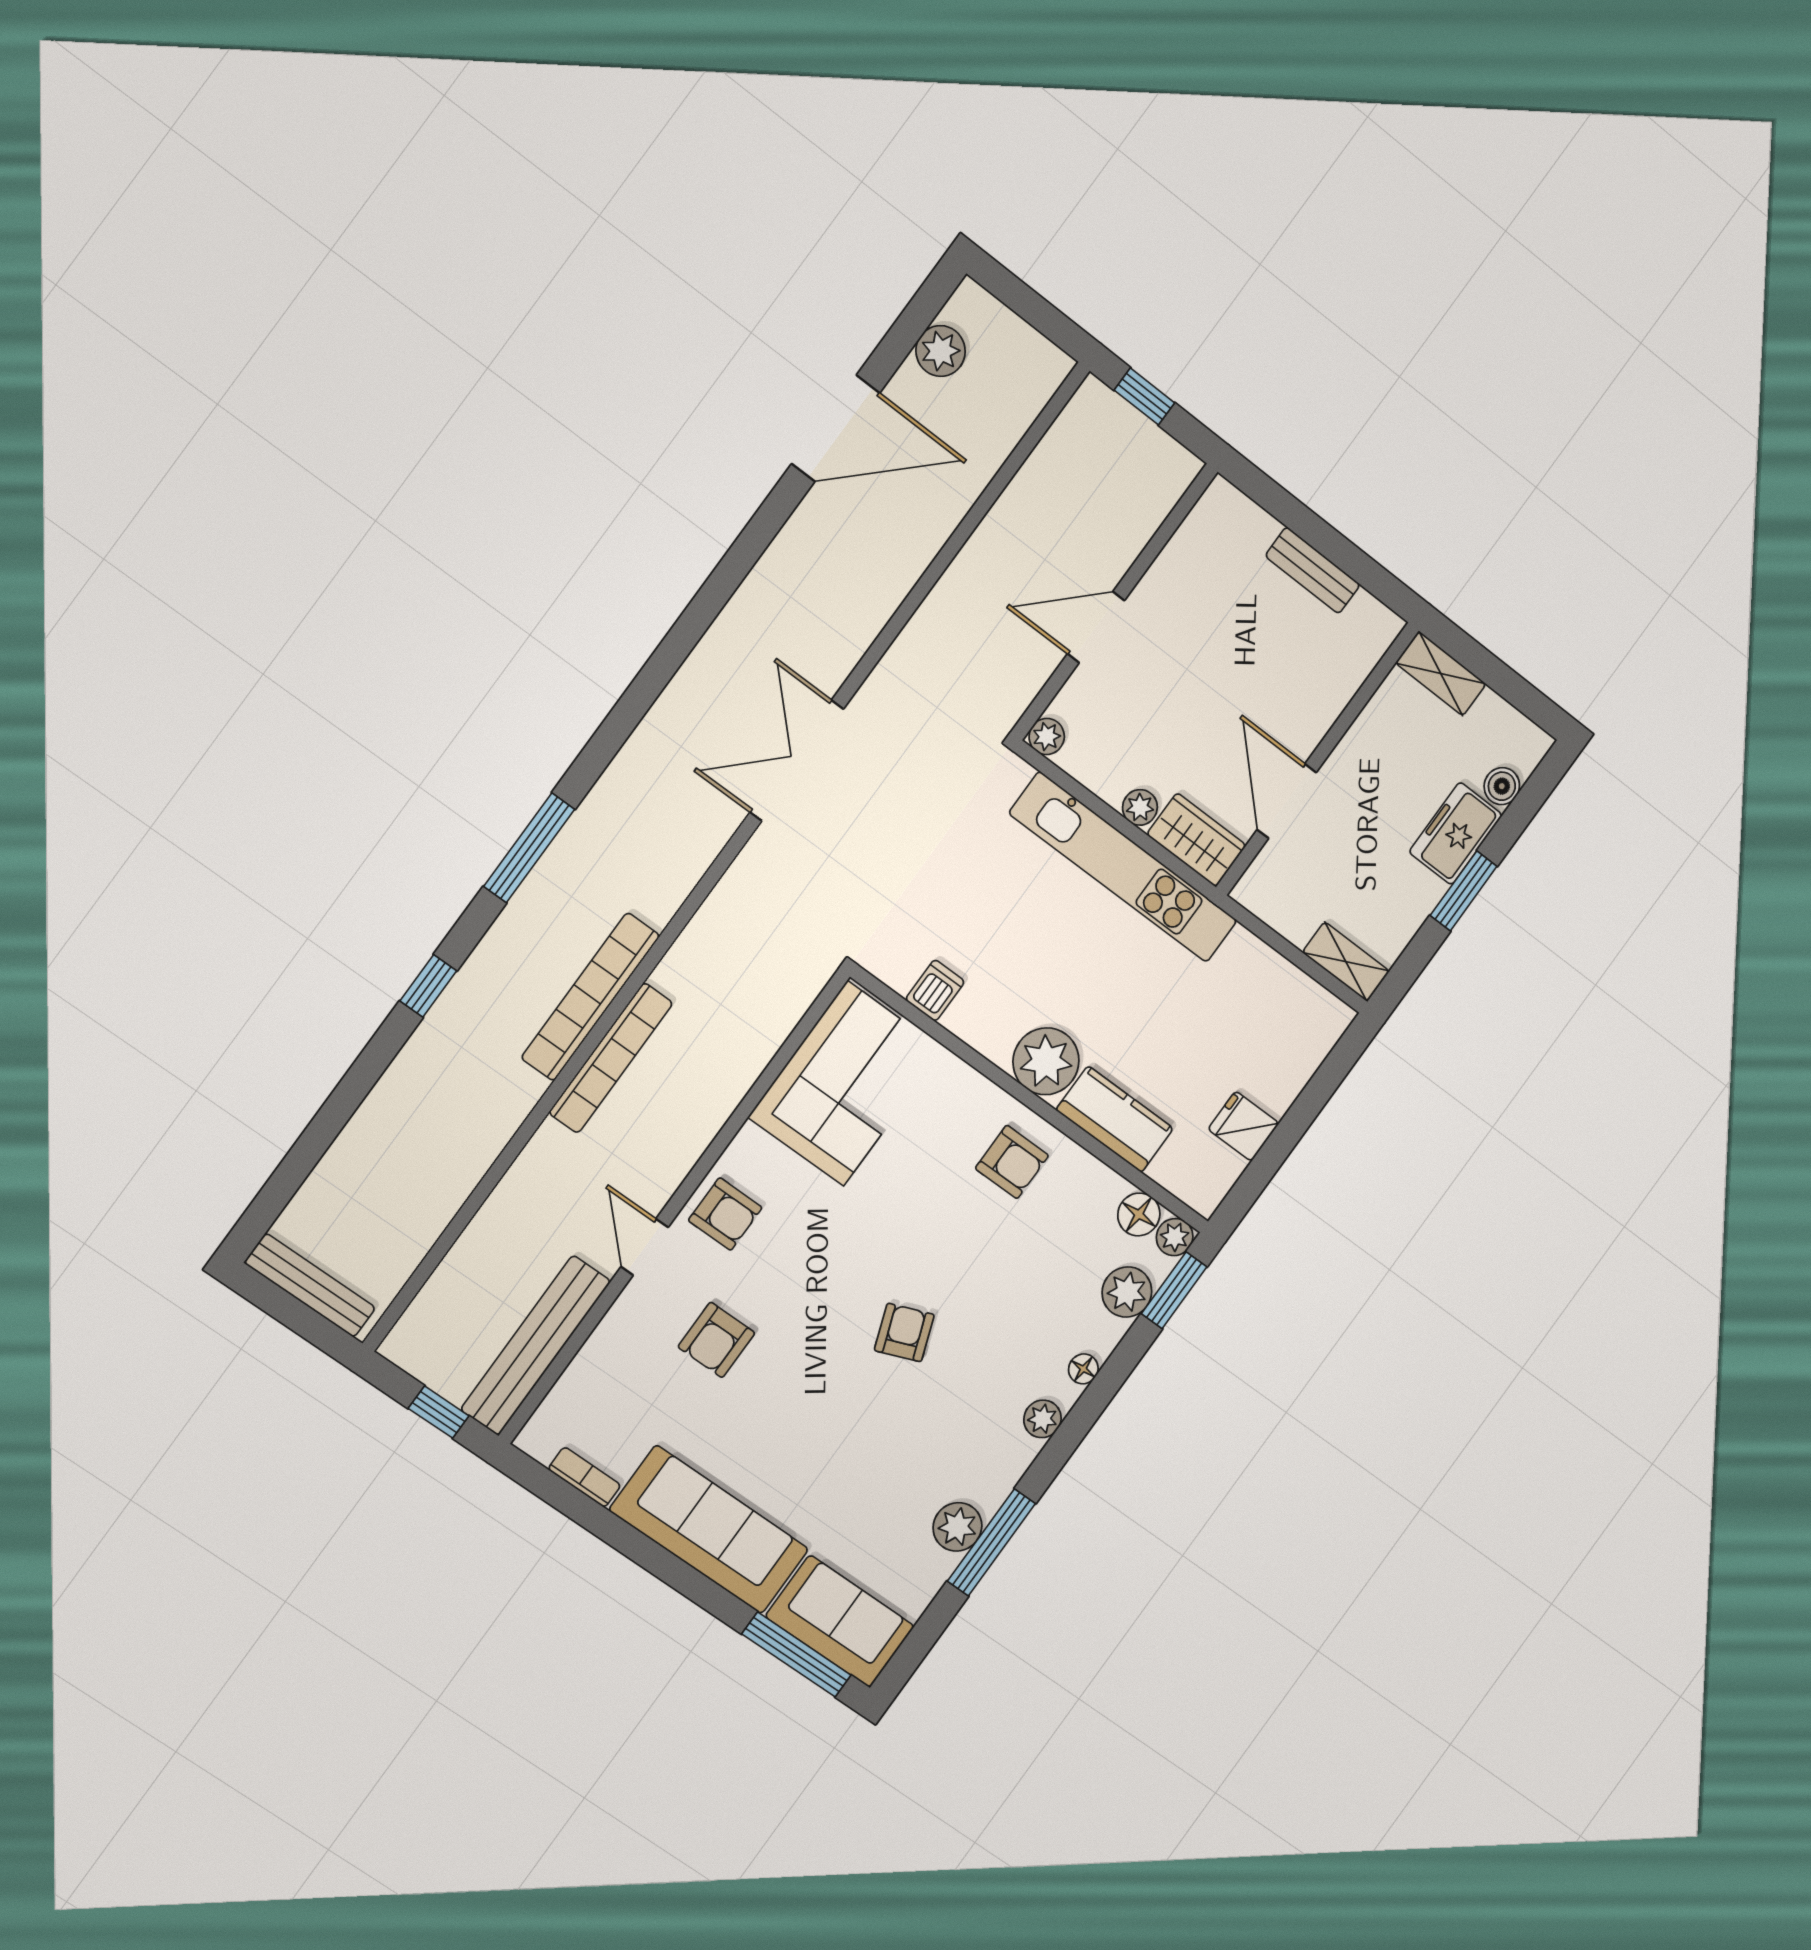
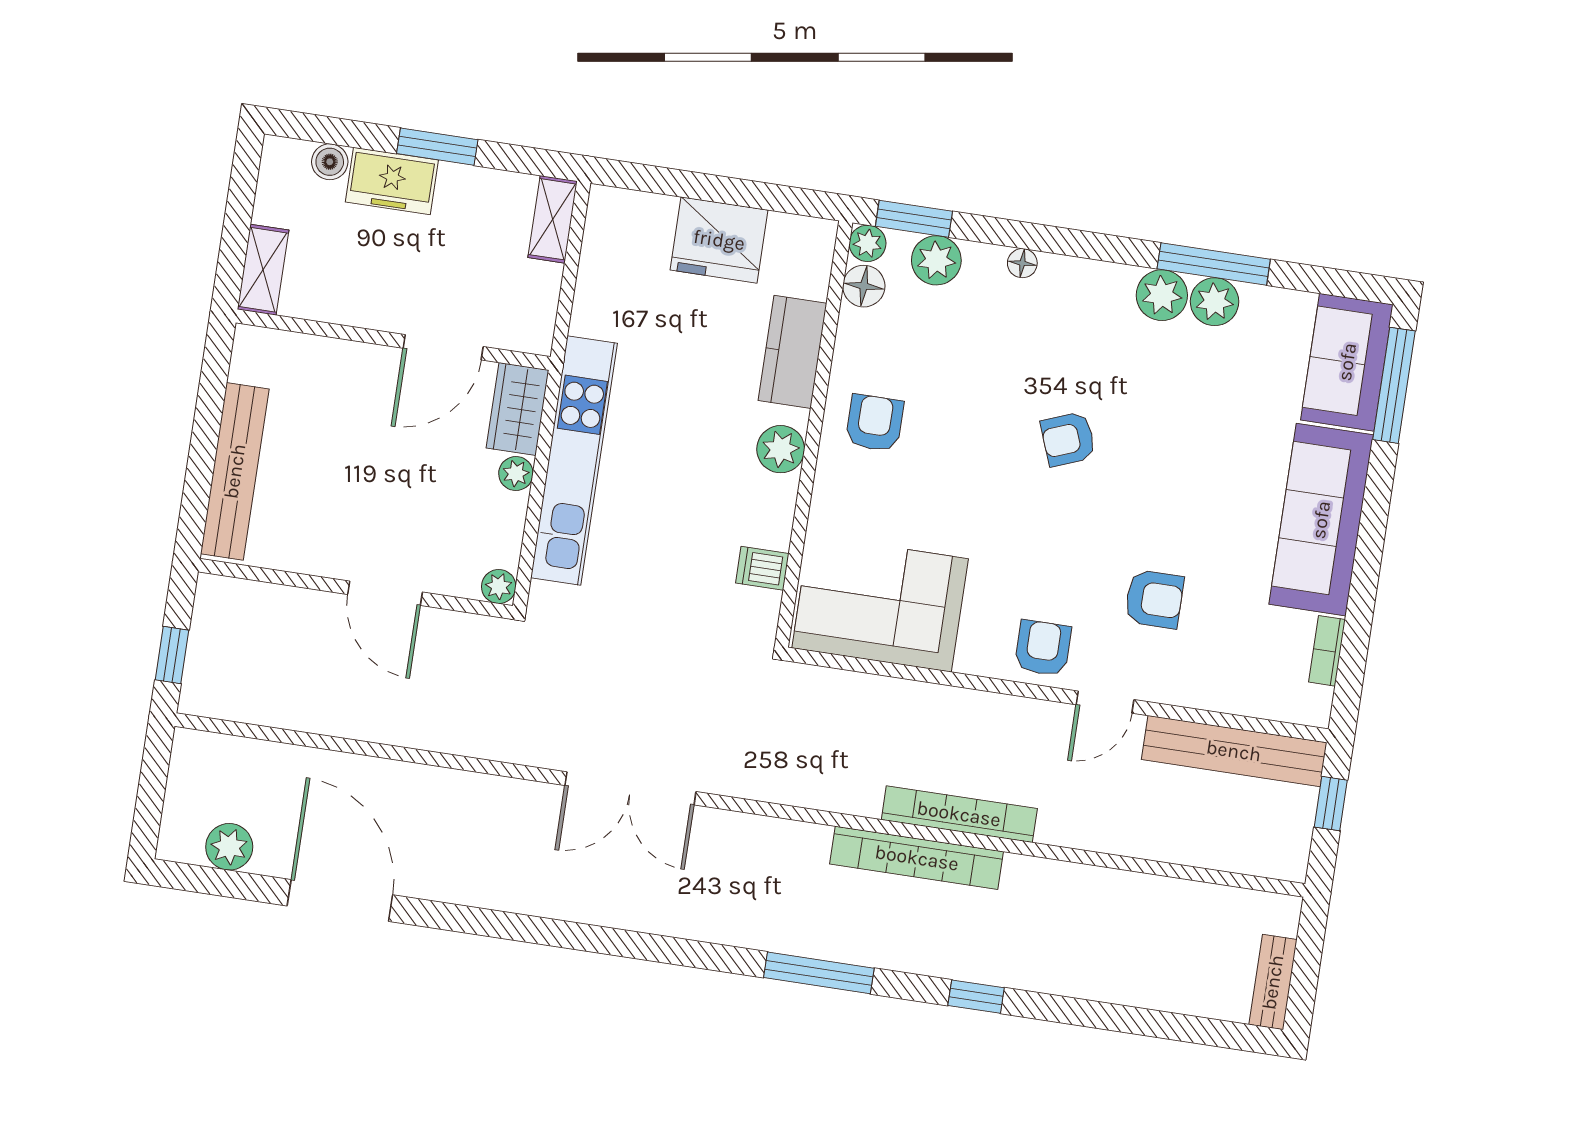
bench: (1313, 570) -> (235, 471), width x1.86, depth x1.21
plant: (1046, 1061) -> (781, 449), width x0.73, depth x0.73
fridge: (1243, 1126) -> (719, 240), width x1.88, depth x1.34
bench: (310, 1285) -> (1273, 982), width x0.73
plant: (1042, 1419) -> (1162, 295), moved, width x1.38, depth x1.38

